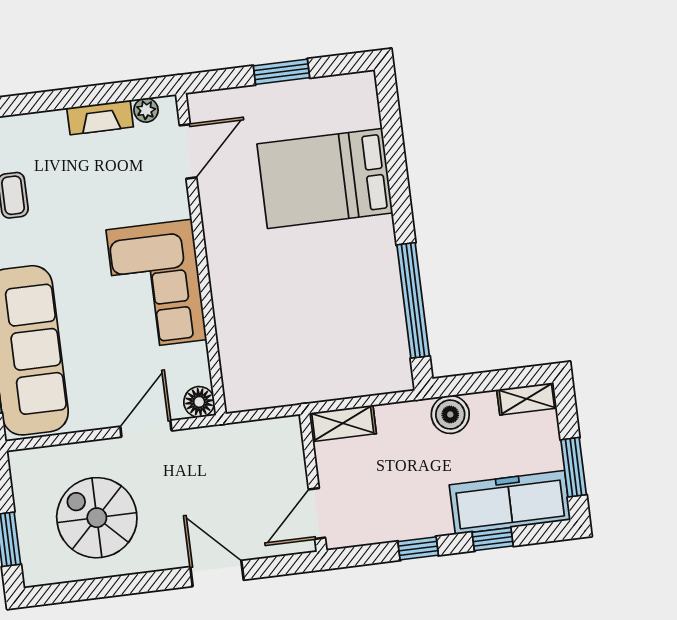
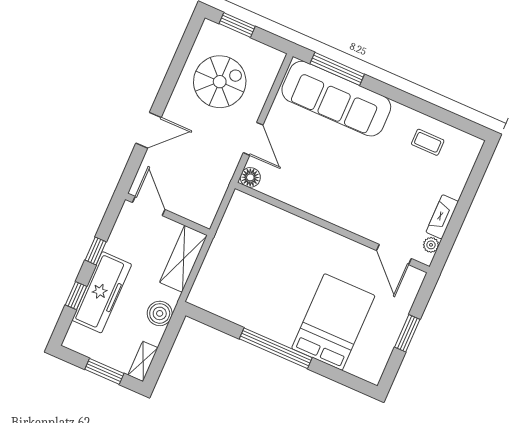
corner sofa: (156, 285) -> (330, 192), removed
window: (413, 300) -> (276, 348), moved
shelving: (343, 423) -> (183, 259), width x1.50, depth x1.33
window: (574, 467) -> (104, 371), moved
freezer: (510, 502) -> (102, 292), moved

